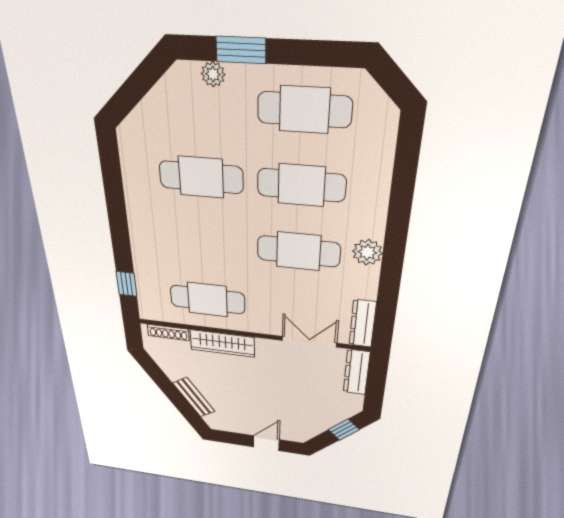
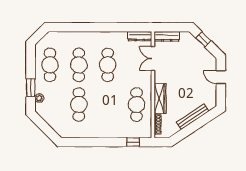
plant: (367, 252) -> (105, 37), removed
bench: (194, 397) -> (193, 117), width x1.36

